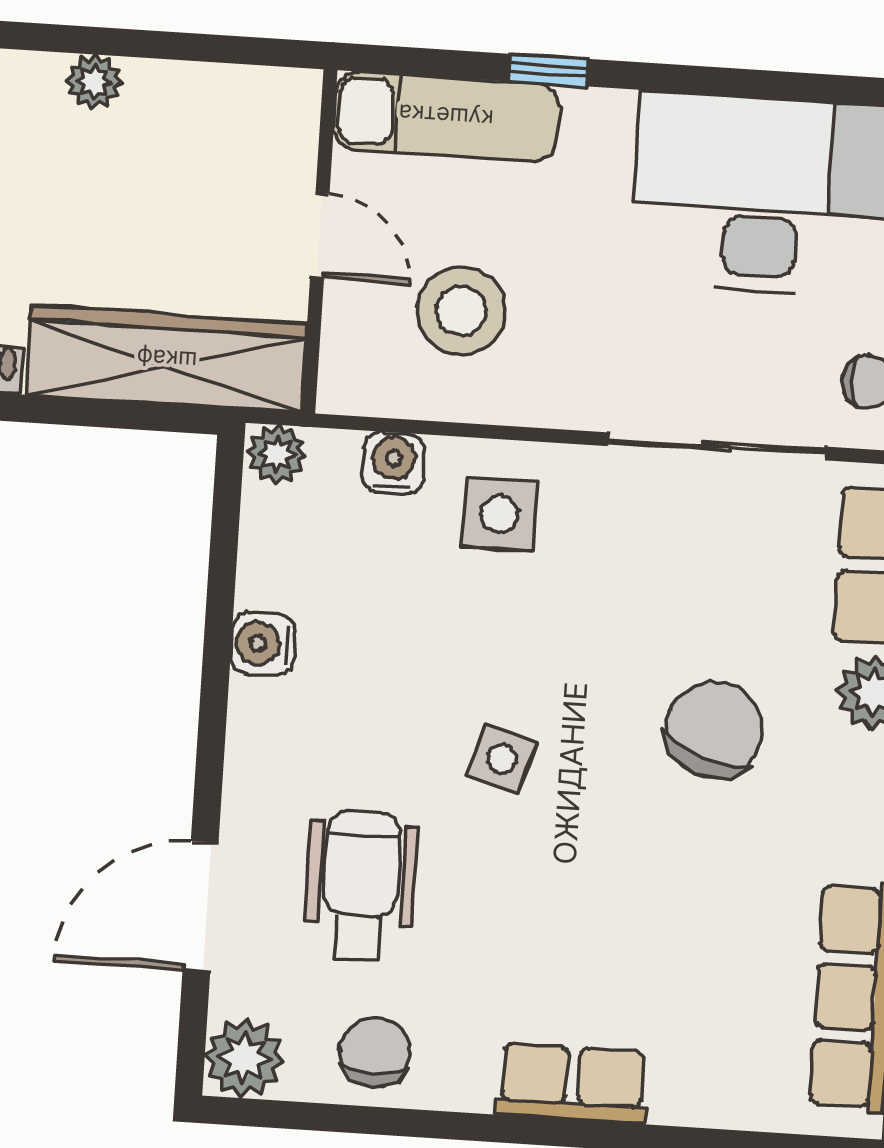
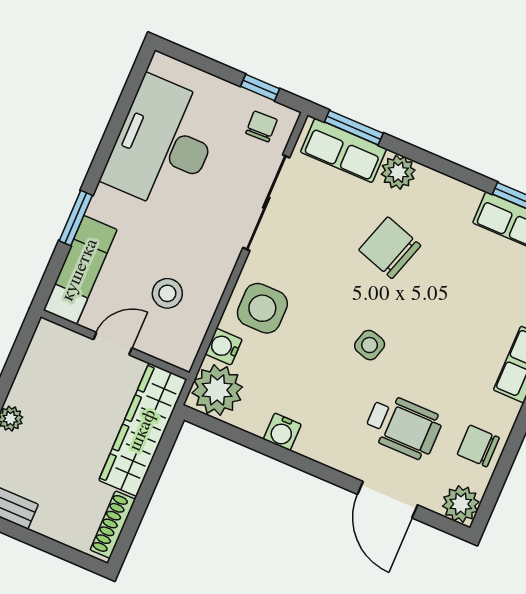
window: (548, 70) -> (76, 218), width x1.50
stool: (461, 311) -> (167, 293), width x0.73, depth x0.73
plant: (277, 454) -> (217, 390), width x1.88, depth x1.88
side table: (499, 514) -> (262, 308), width x1.37, depth x1.37
wheelchair: (361, 886) -> (403, 426), turned 180

